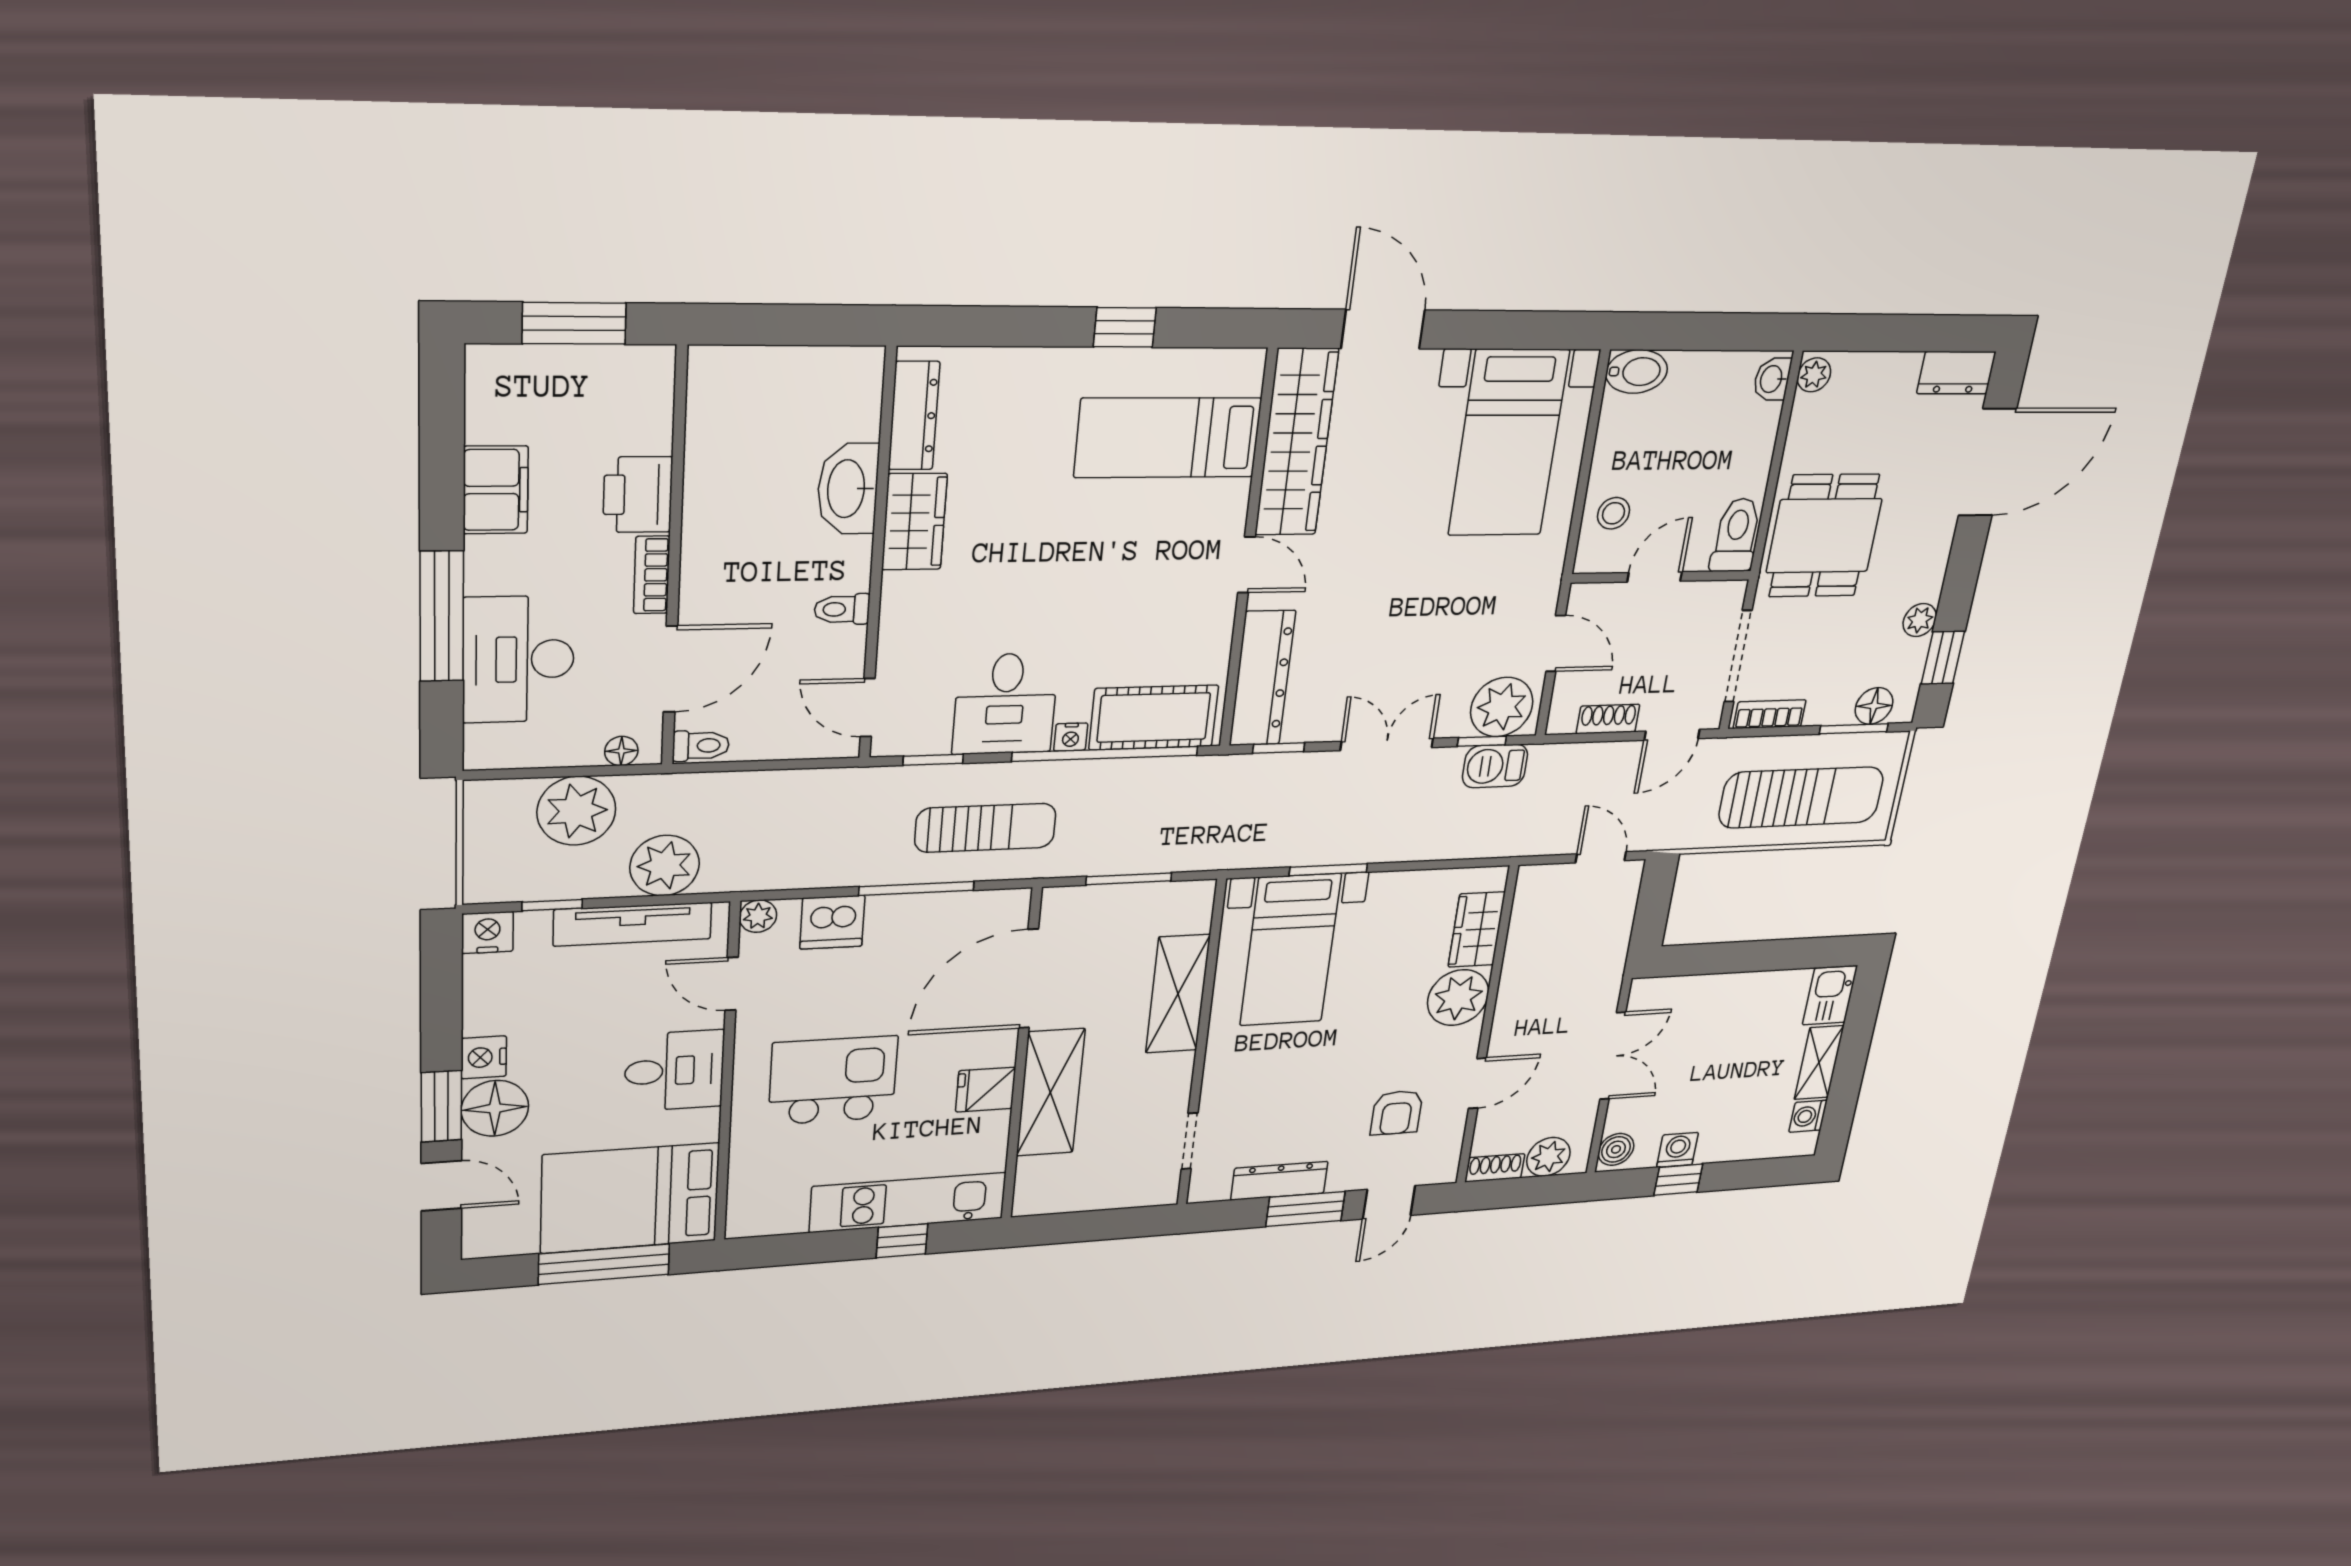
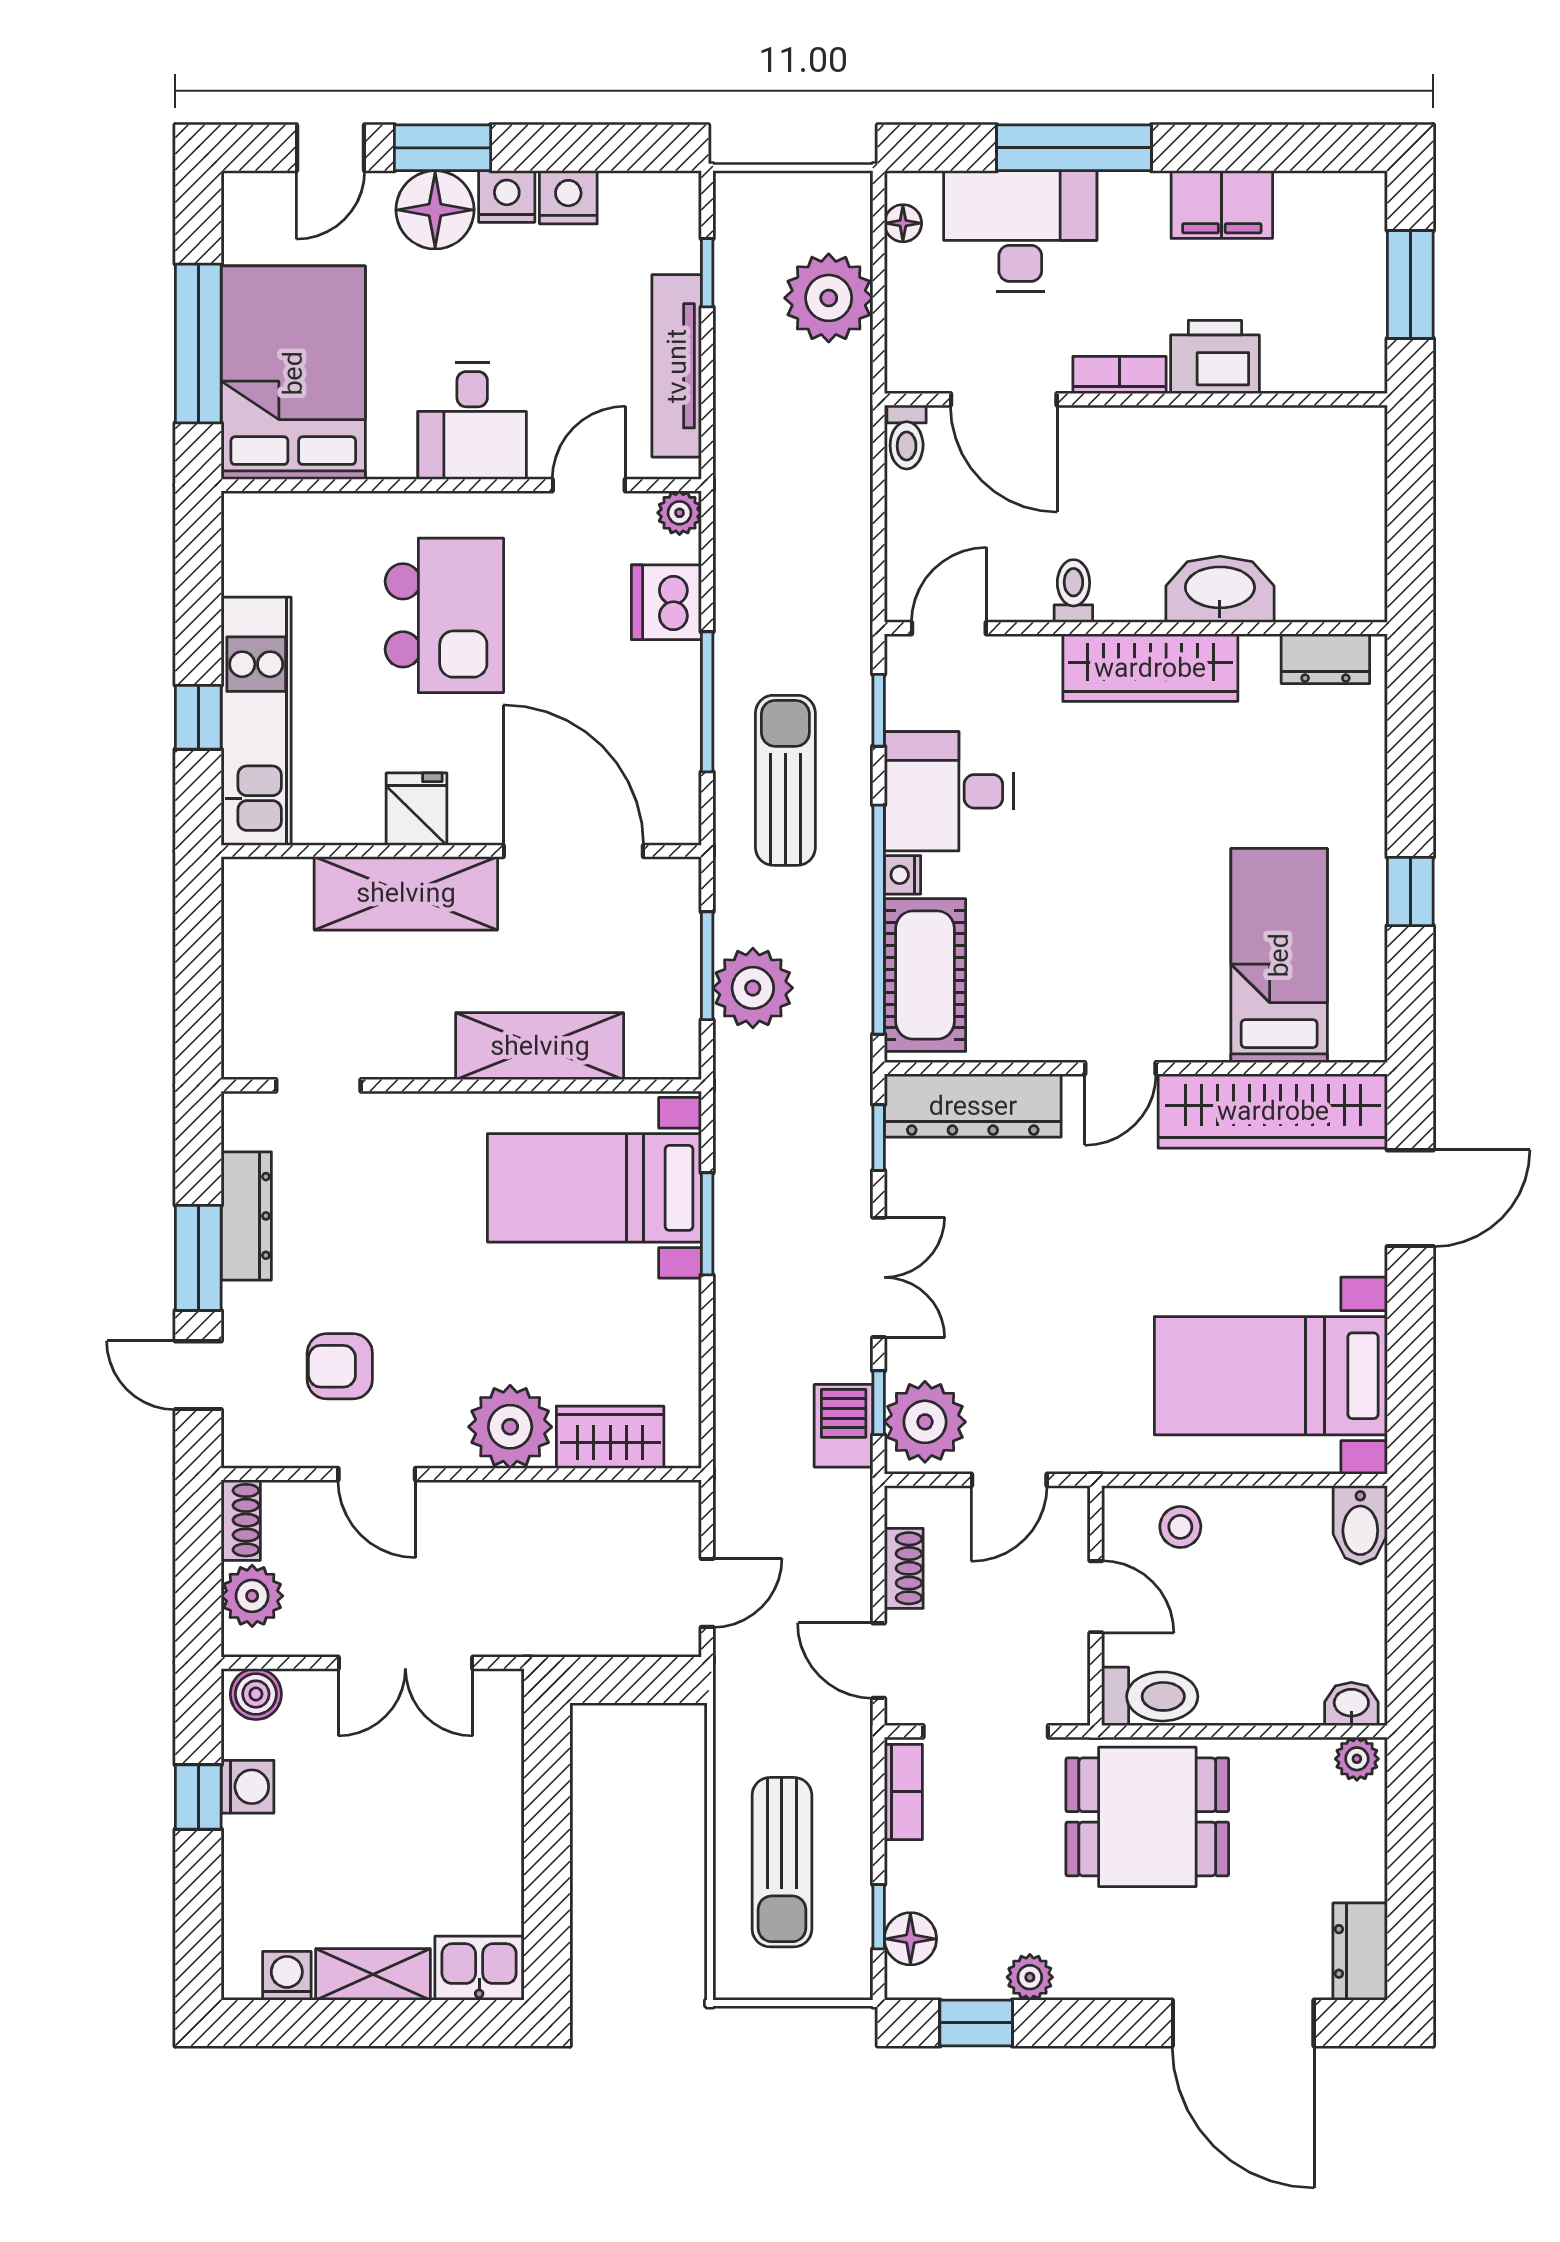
dresser: (914, 416) -> (1325, 659), width x0.70
wardrobe: (914, 522) -> (1150, 668), width x1.50
window: (1854, 729) -> (879, 1917), width x0.67
floor lamp: (621, 751) -> (903, 223), moved
sun lounger: (1801, 797) -> (782, 1862), width x0.73, depth x0.75
sun lounger: (985, 828) -> (785, 780), turned 180
plant: (665, 866) -> (753, 988), moved
nightstand: (487, 933) -> (568, 197), moved, turned -90

